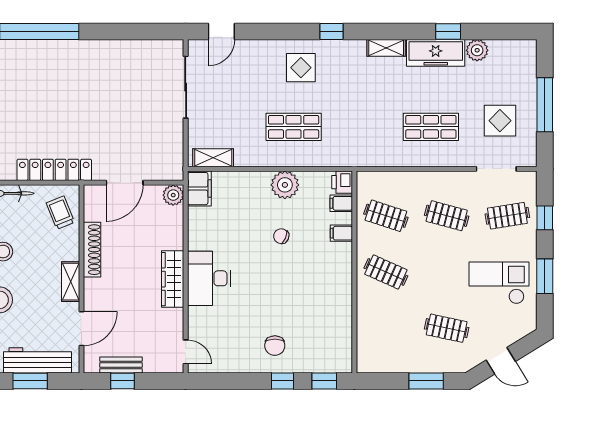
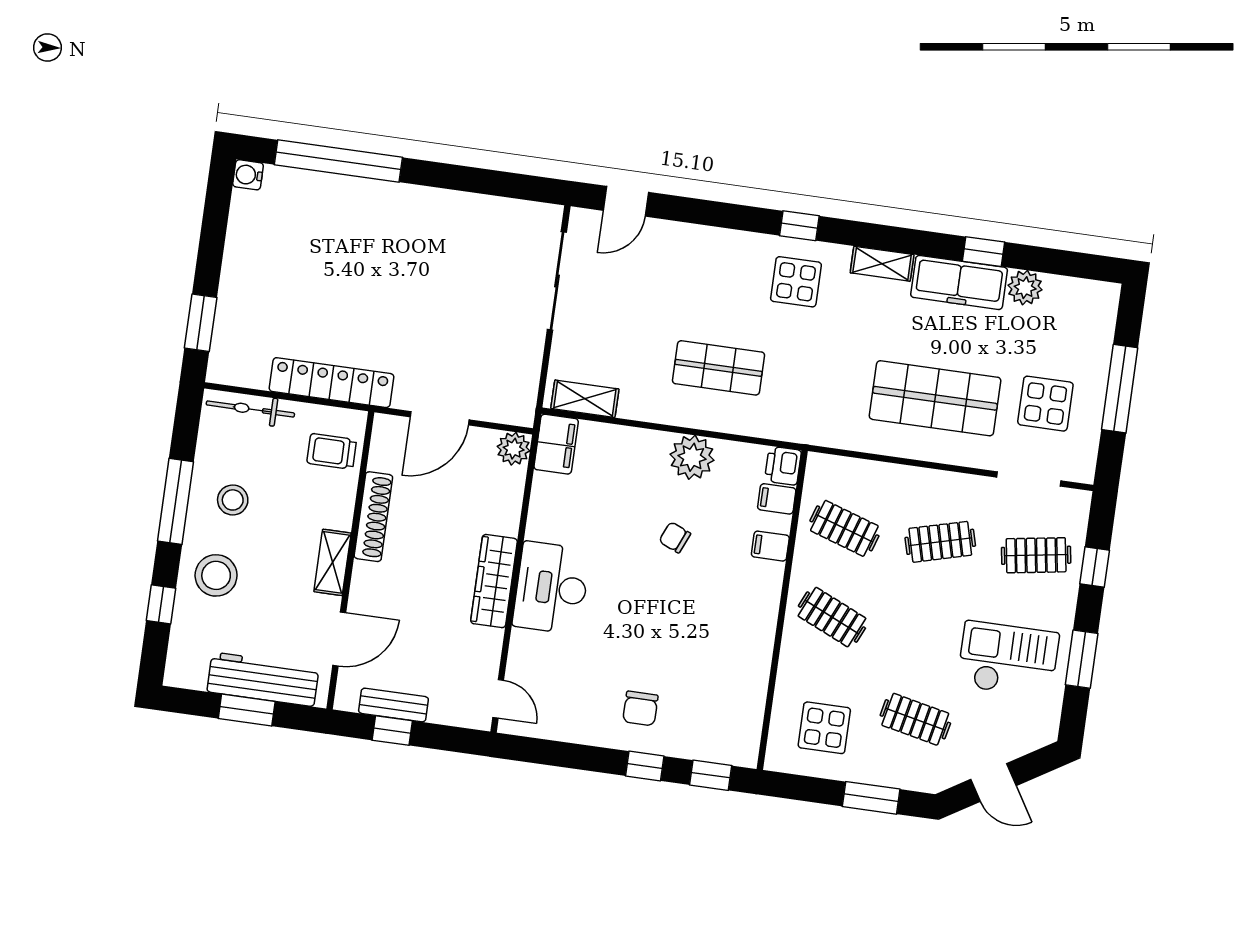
display table: (301, 68) -> (796, 282), moved
shop shelf: (431, 127) -> (935, 398), width x1.43, depth x1.36
trolley: (60, 213) -> (332, 451), turned -68
clothes rail: (447, 216) -> (940, 542), turned -30
display table: (391, 341) -> (824, 728), added

